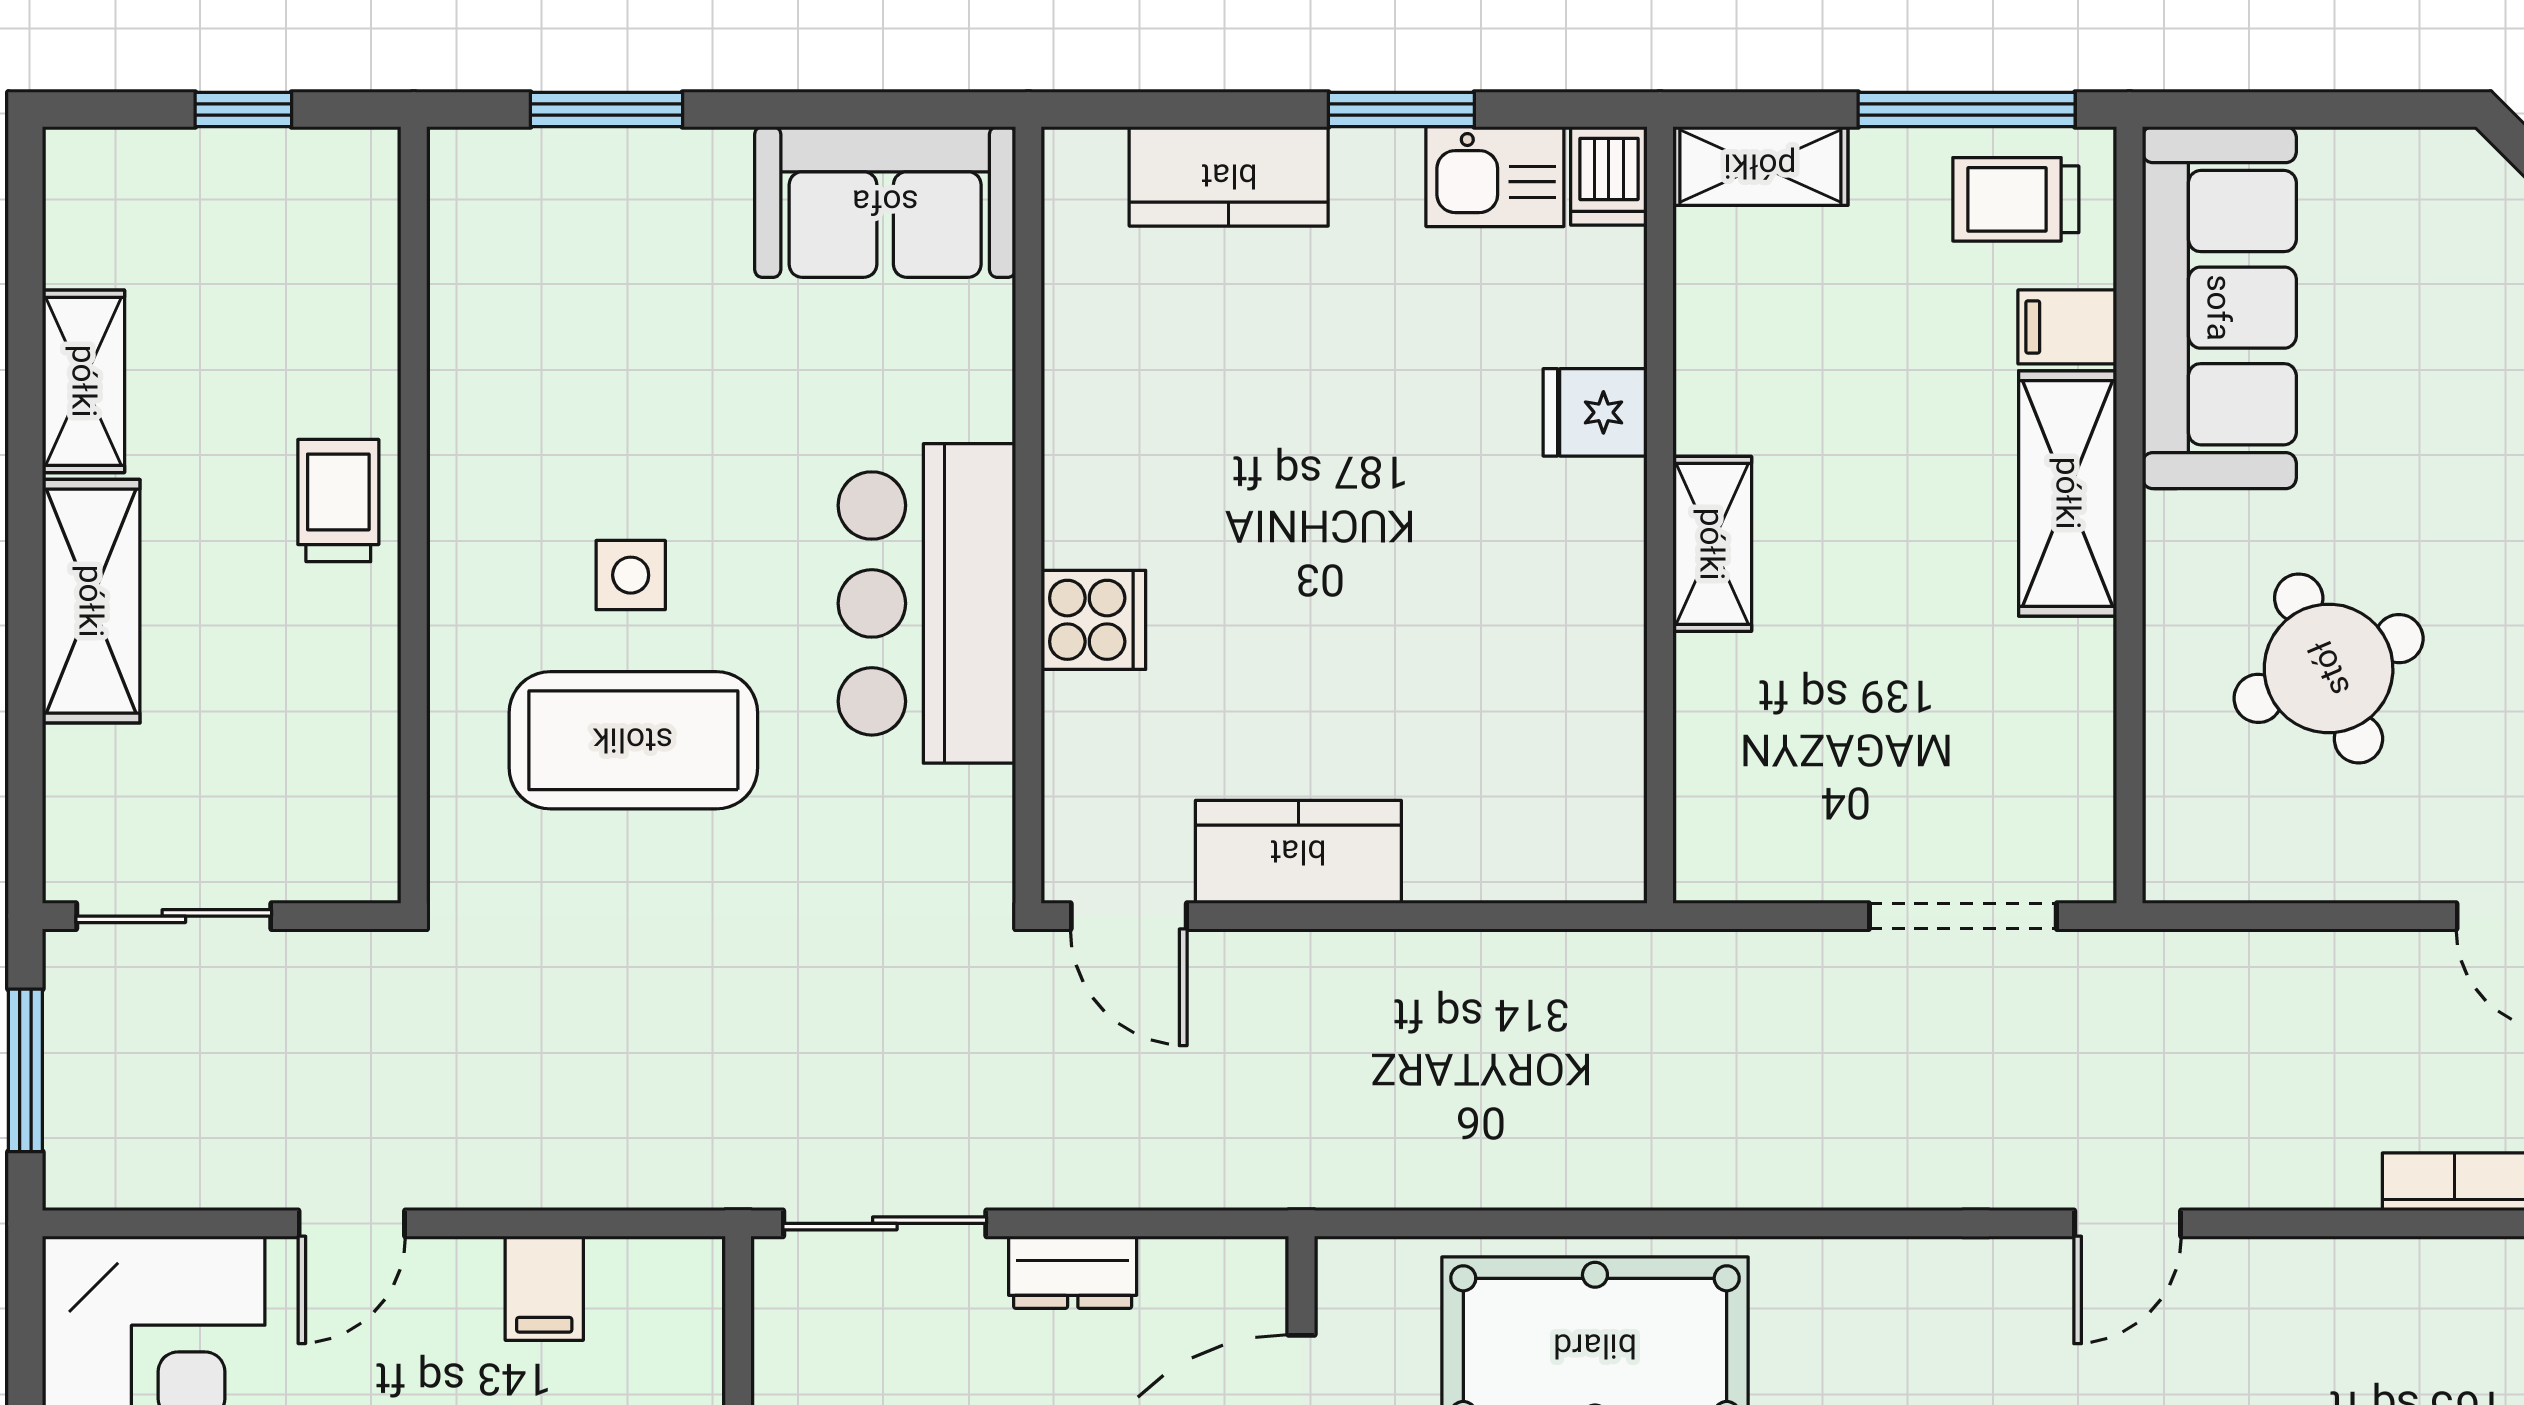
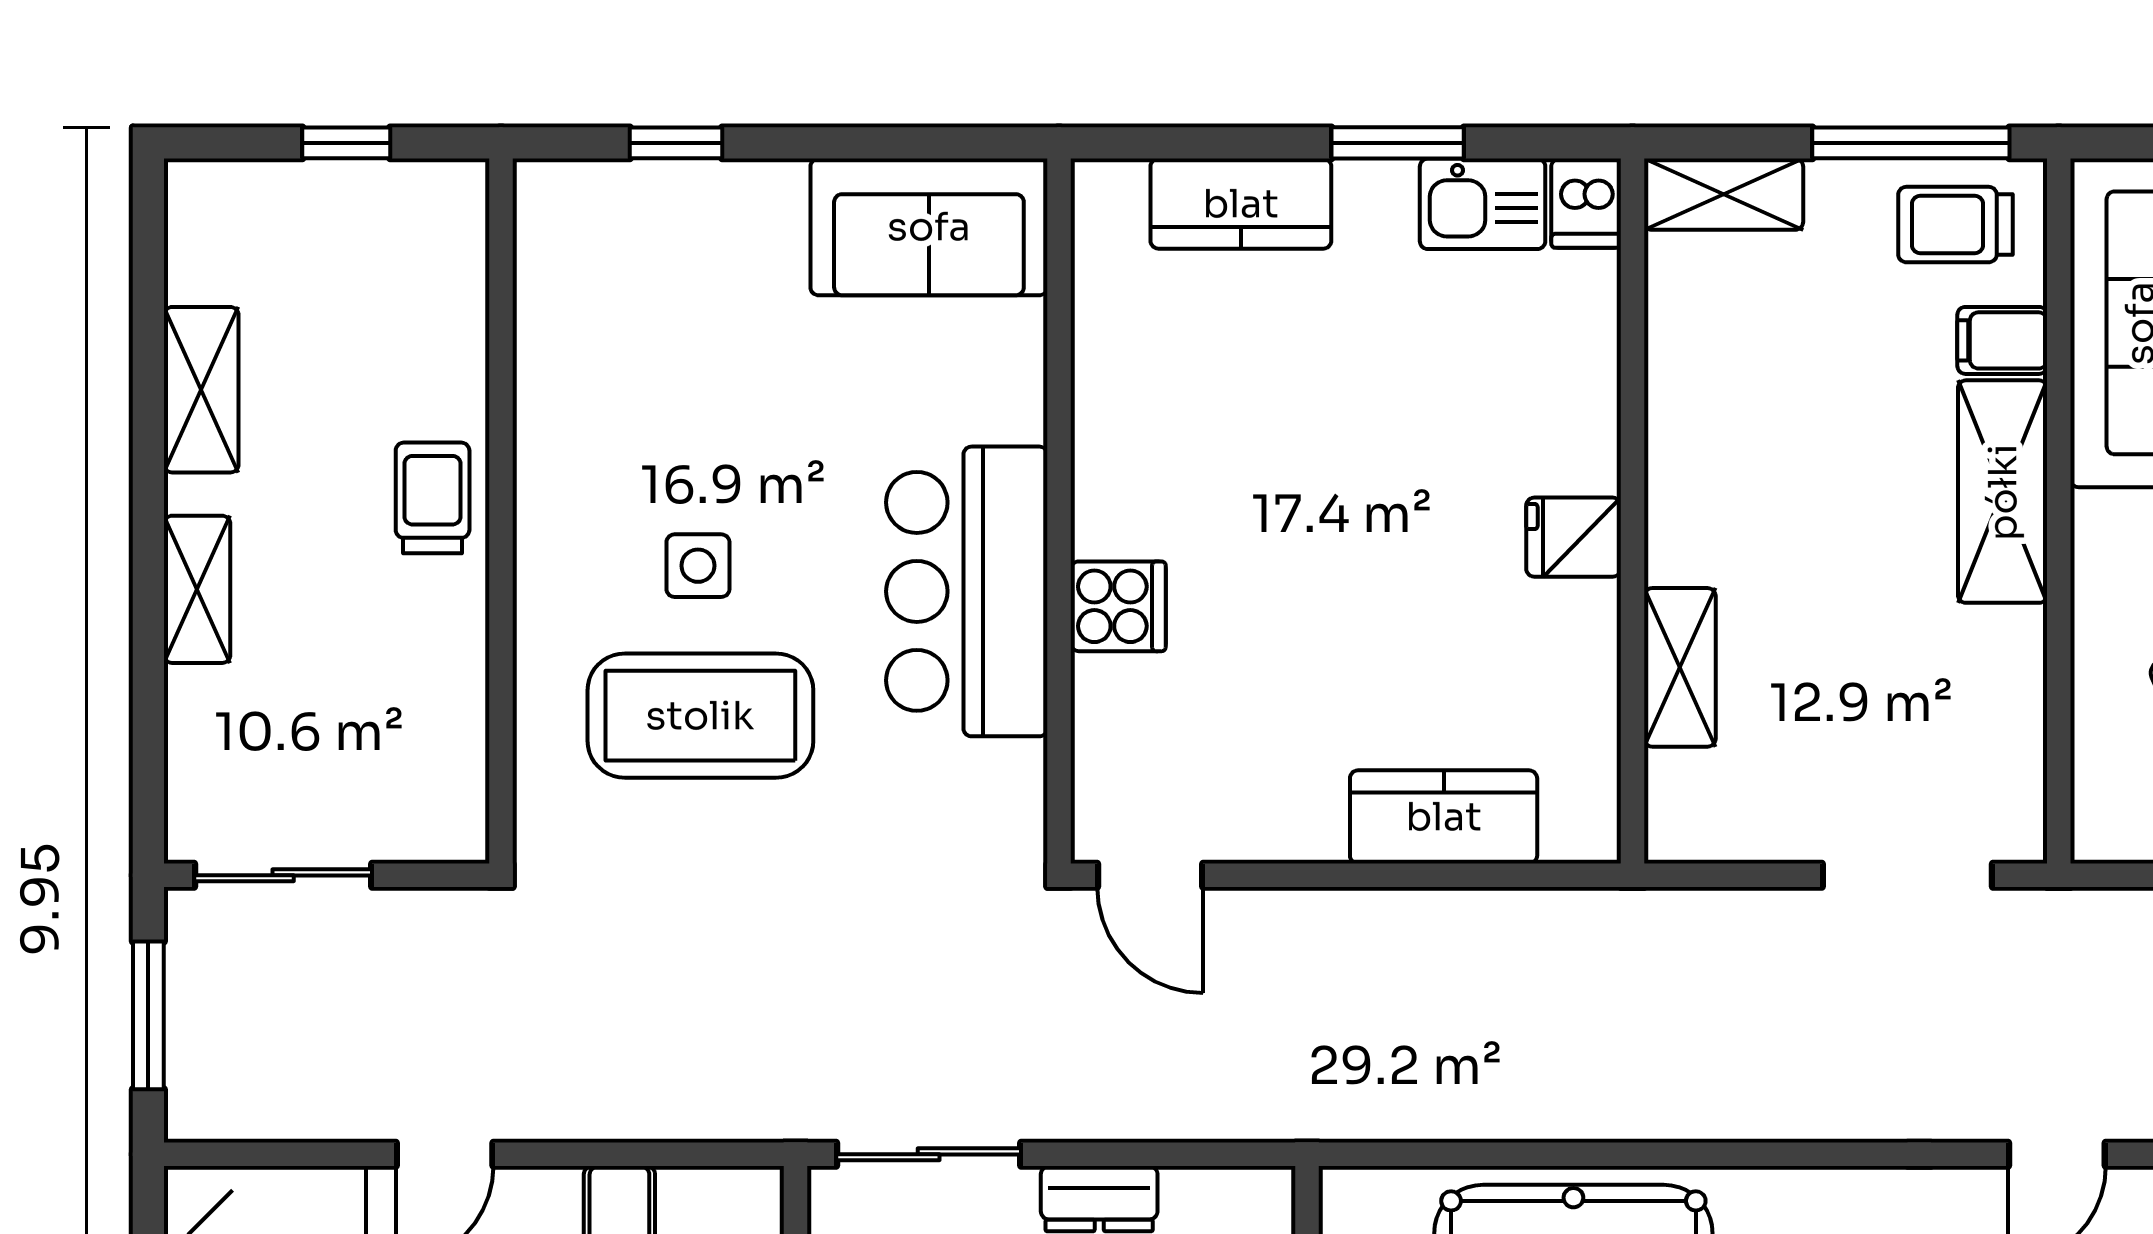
window: (607, 109) -> (676, 143), width x0.67
fridge: (1595, 412) -> (1574, 537), moved
shelving: (1712, 544) -> (1680, 667), moved
shelving: (91, 601) -> (197, 589), width x0.67, depth x0.75
kitchen counter: (1298, 852) -> (1444, 817), moved

